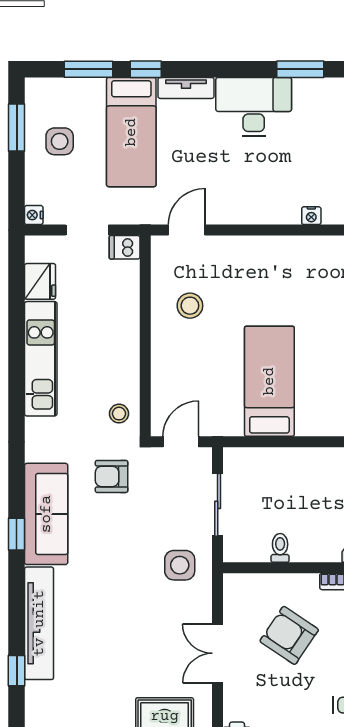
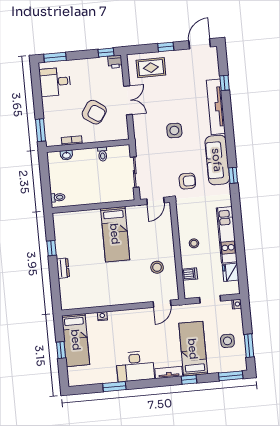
window: (89, 69) -> (231, 376), moved
dishwasher: (125, 247) -> (190, 274), moved
stool: (119, 414) -> (194, 243), moved
window: (17, 534) -> (233, 175), moved
side table: (180, 565) -> (174, 130), moved

